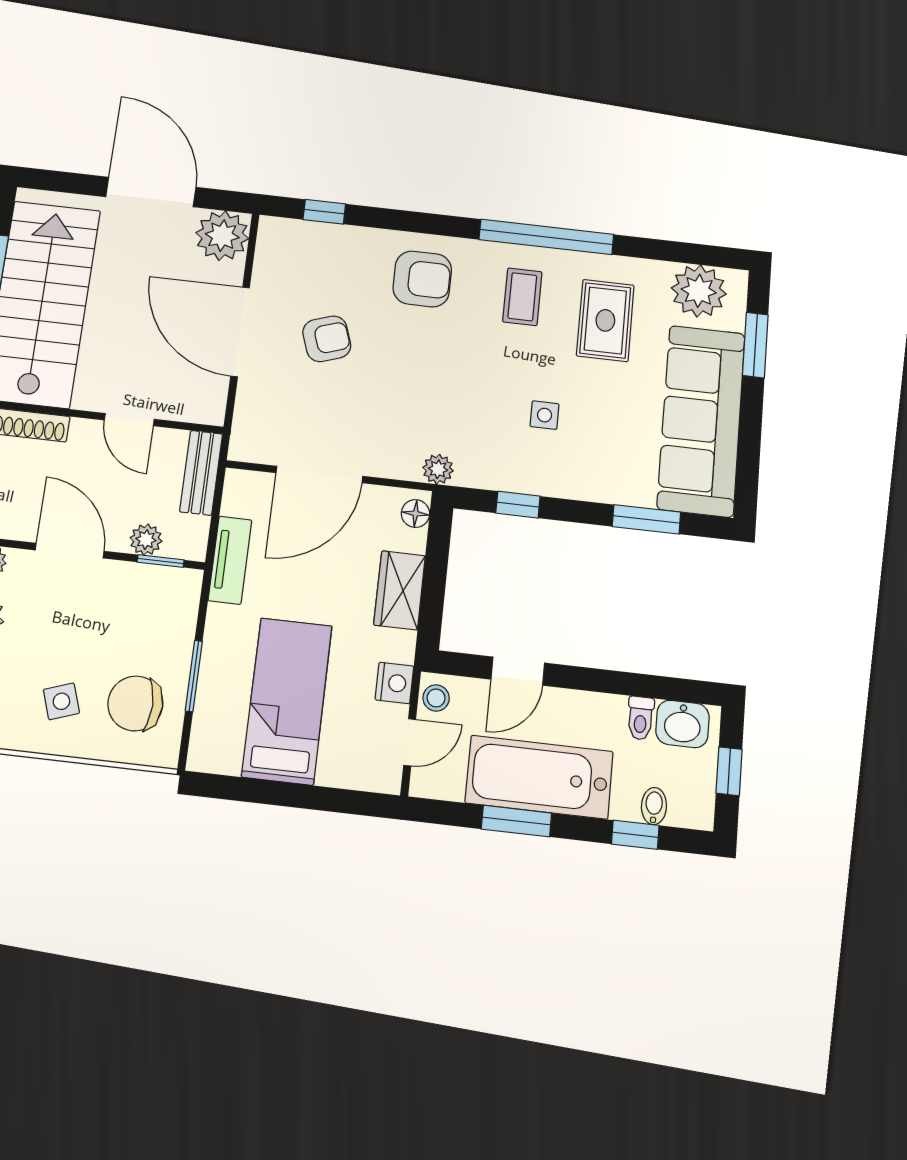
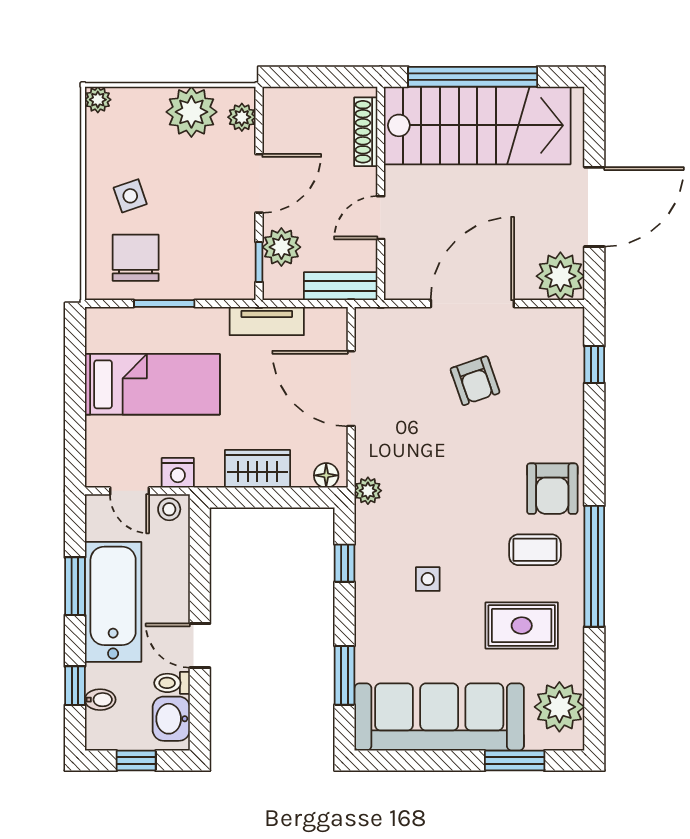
armchair: (422, 279) -> (552, 489), moved
plant: (146, 540) -> (281, 247), width x1.38, depth x1.38
door: (518, 671) -> (200, 646), moved

